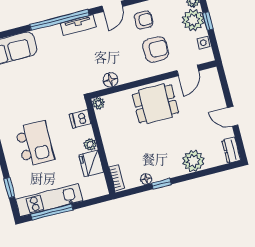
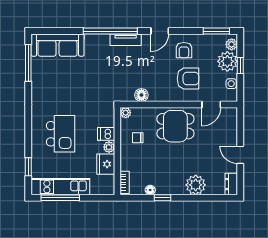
armchair: (143, 20) -> (184, 50), turned 90
dishwasher: (80, 119) -> (106, 134), moved
chair: (118, 126) -> (138, 138), added

